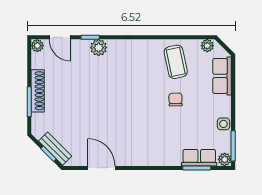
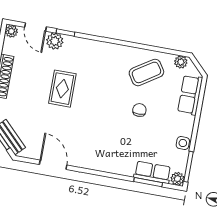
plant: (99, 48) -> (55, 41), moved
coffee table: (176, 62) -> (146, 72), turned 69
rug: (97, 92) -> (62, 89), added

